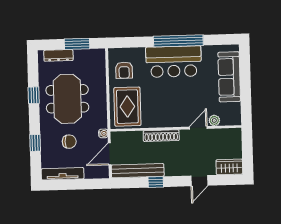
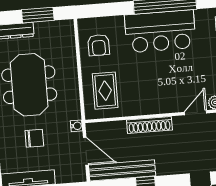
rug: (127, 107) -> (105, 91), width x0.73, depth x0.70
door: (110, 154) -> (86, 151), swing flipped

